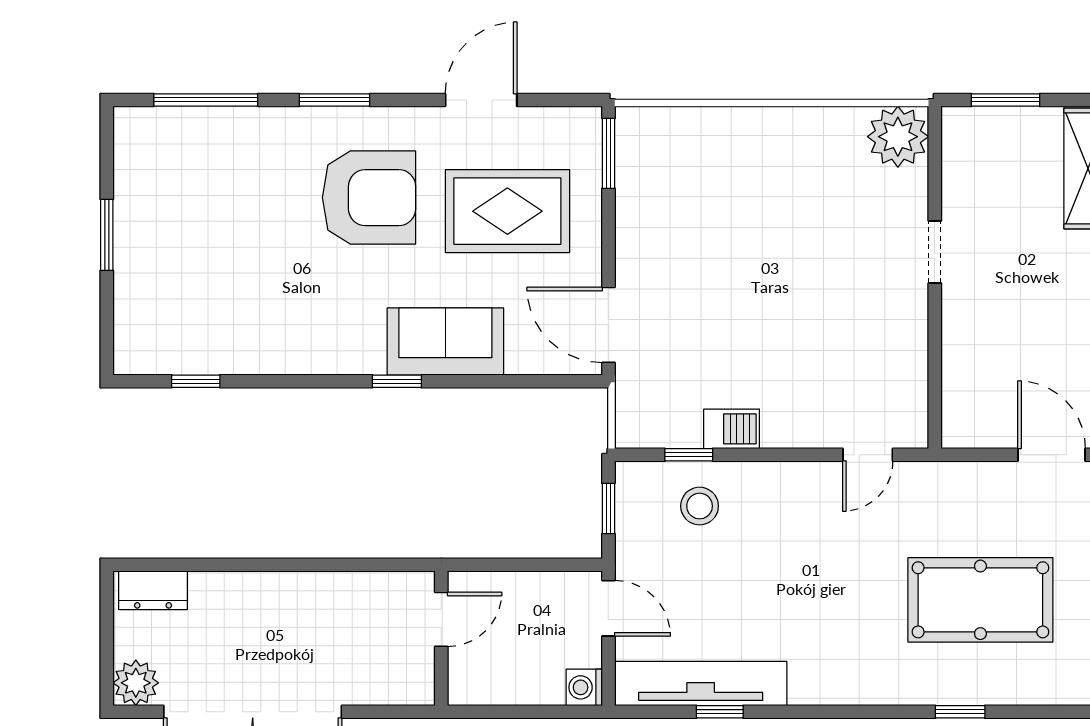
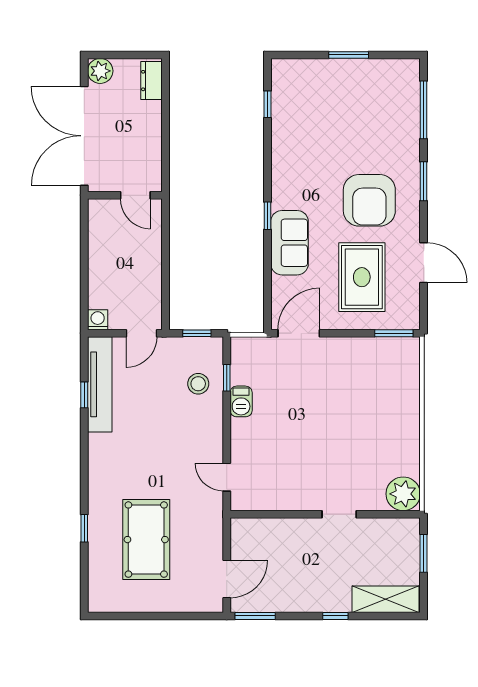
door: (441, 619) -> (135, 195), moved
wall: (441, 638) -> (125, 195), moved

